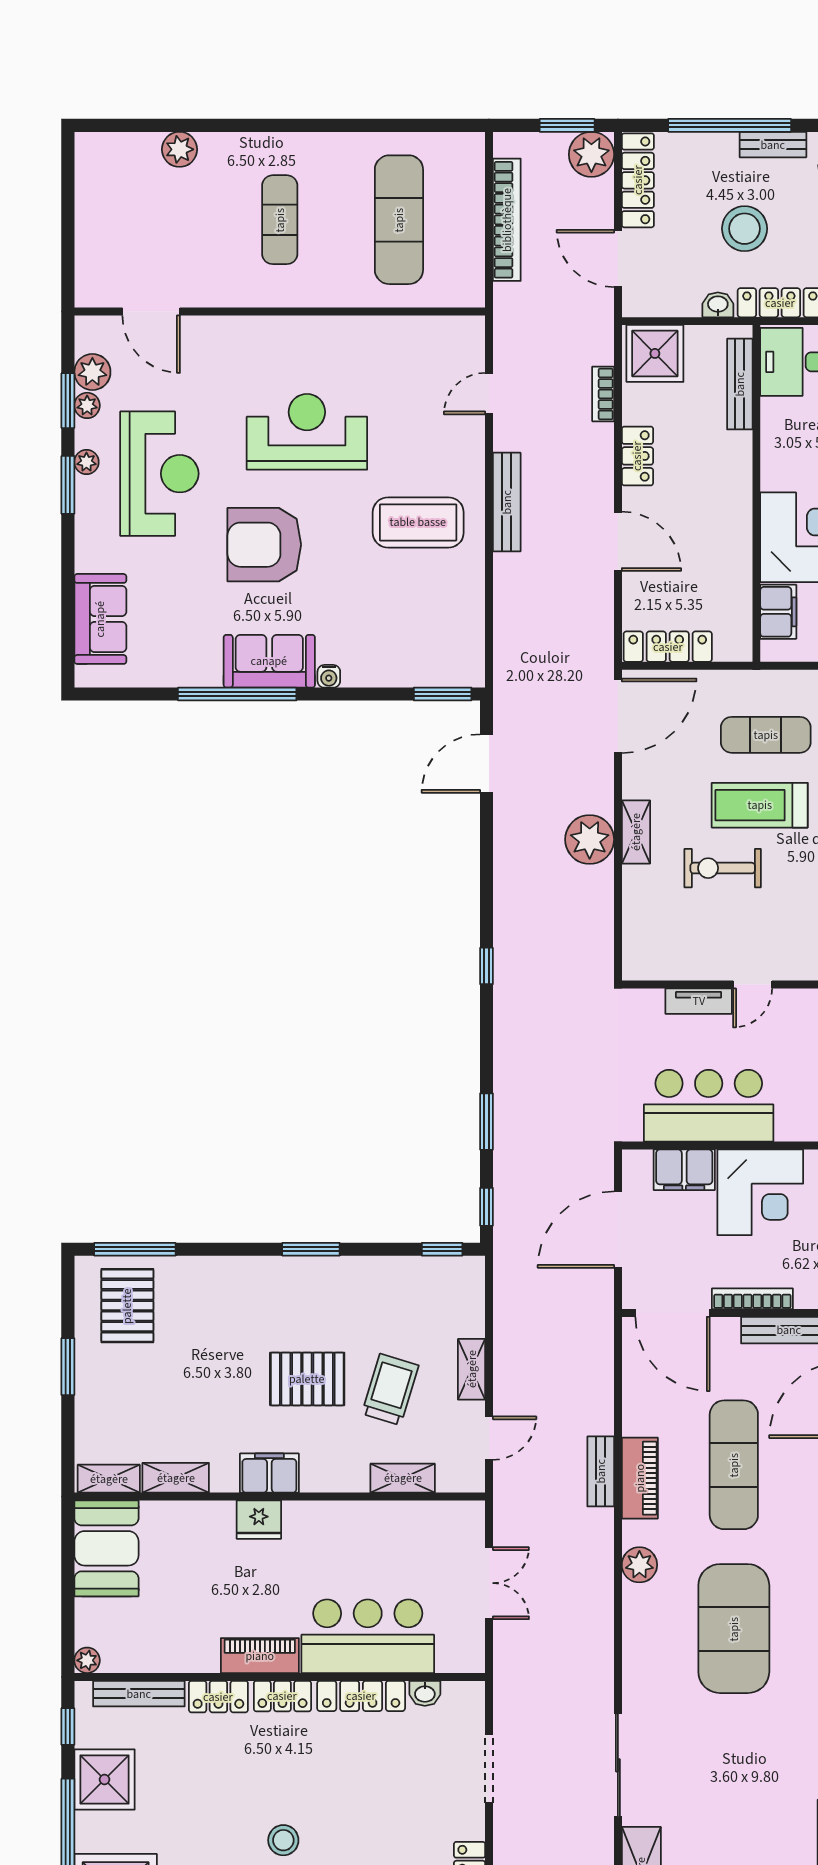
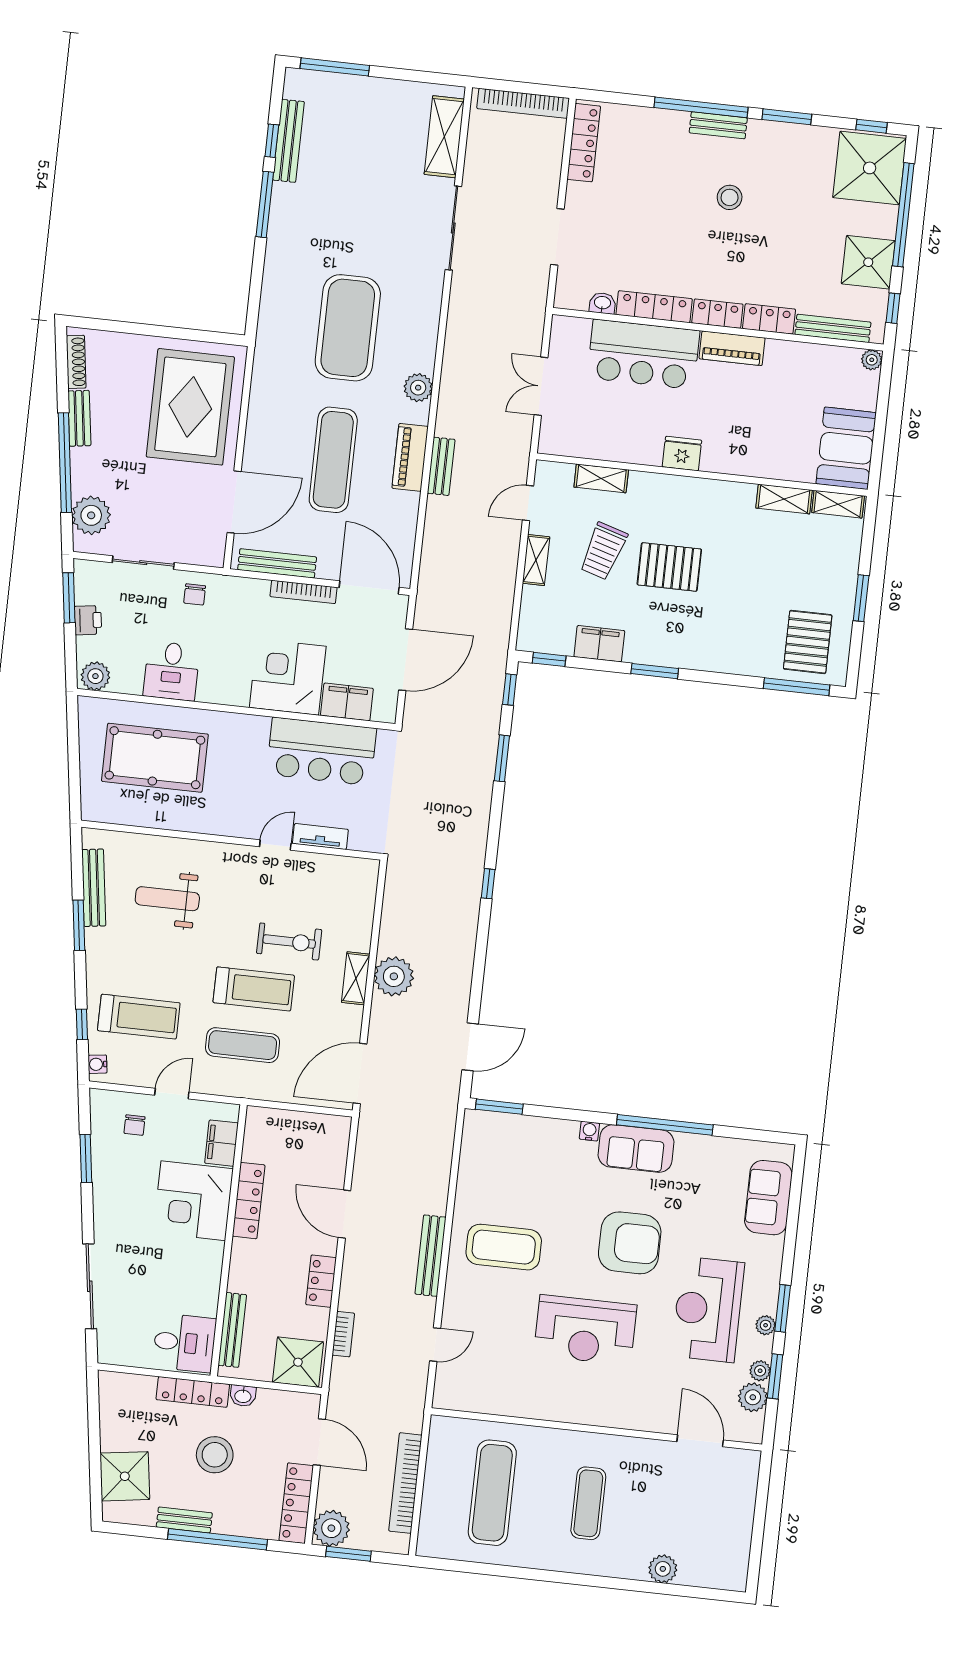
locker: (668, 647) -> (249, 1201), moved, turned -90
filing cabinet: (269, 1473) -> (599, 644), moved, turned 180
fridge: (259, 1520) -> (682, 454), moved

